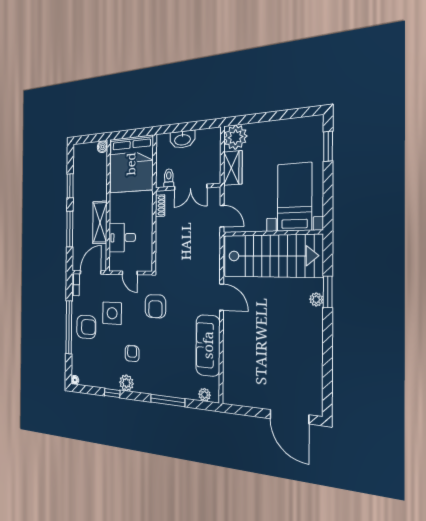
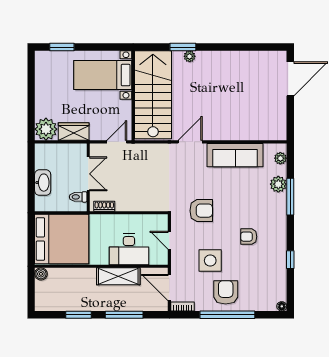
desk: (122, 238) -> (129, 249), width x1.37
door: (130, 273) -> (169, 240), swing flipped
plant: (126, 383) -> (278, 184), moved

